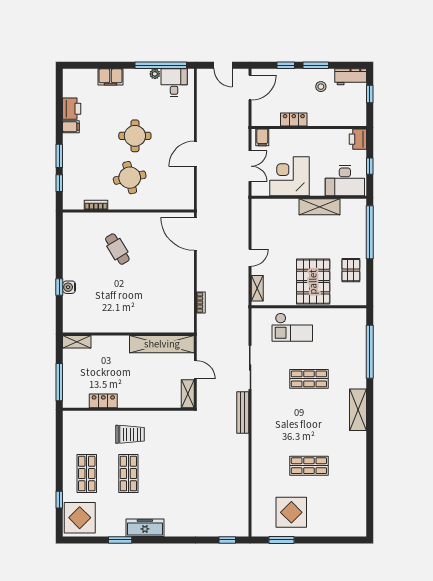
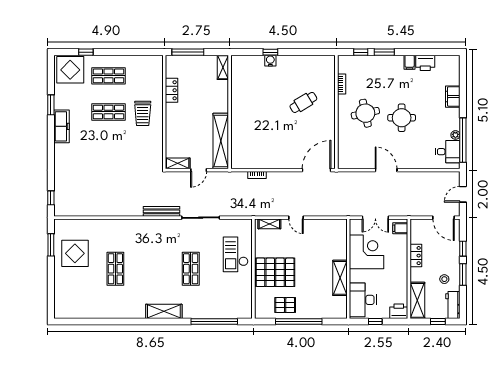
shelving: (345, 118) -> (417, 300), added
window: (370, 232) -> (299, 322), moved

